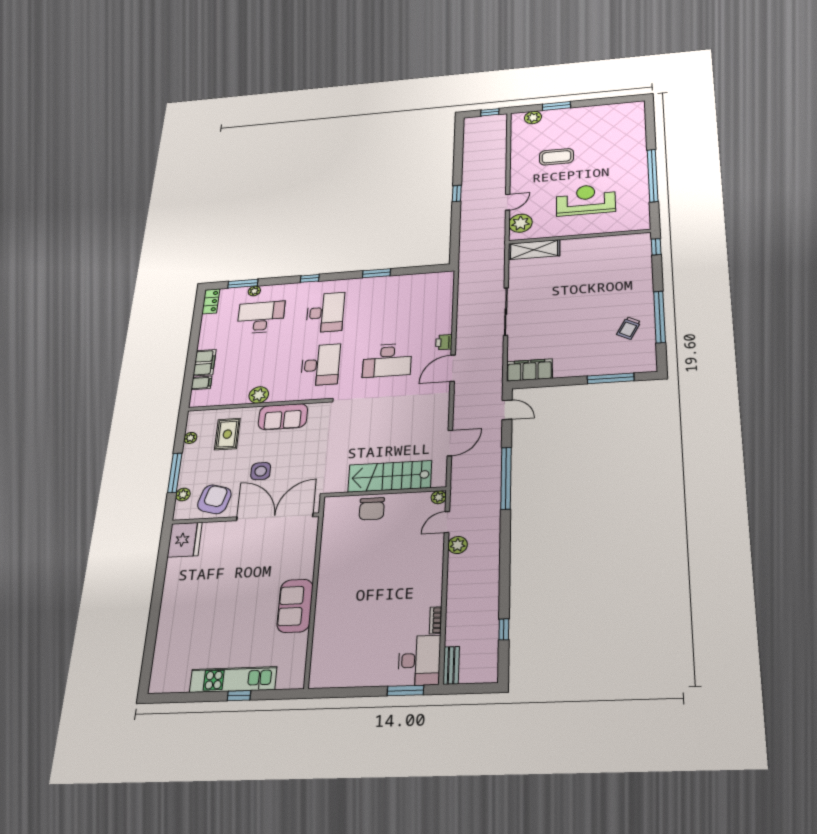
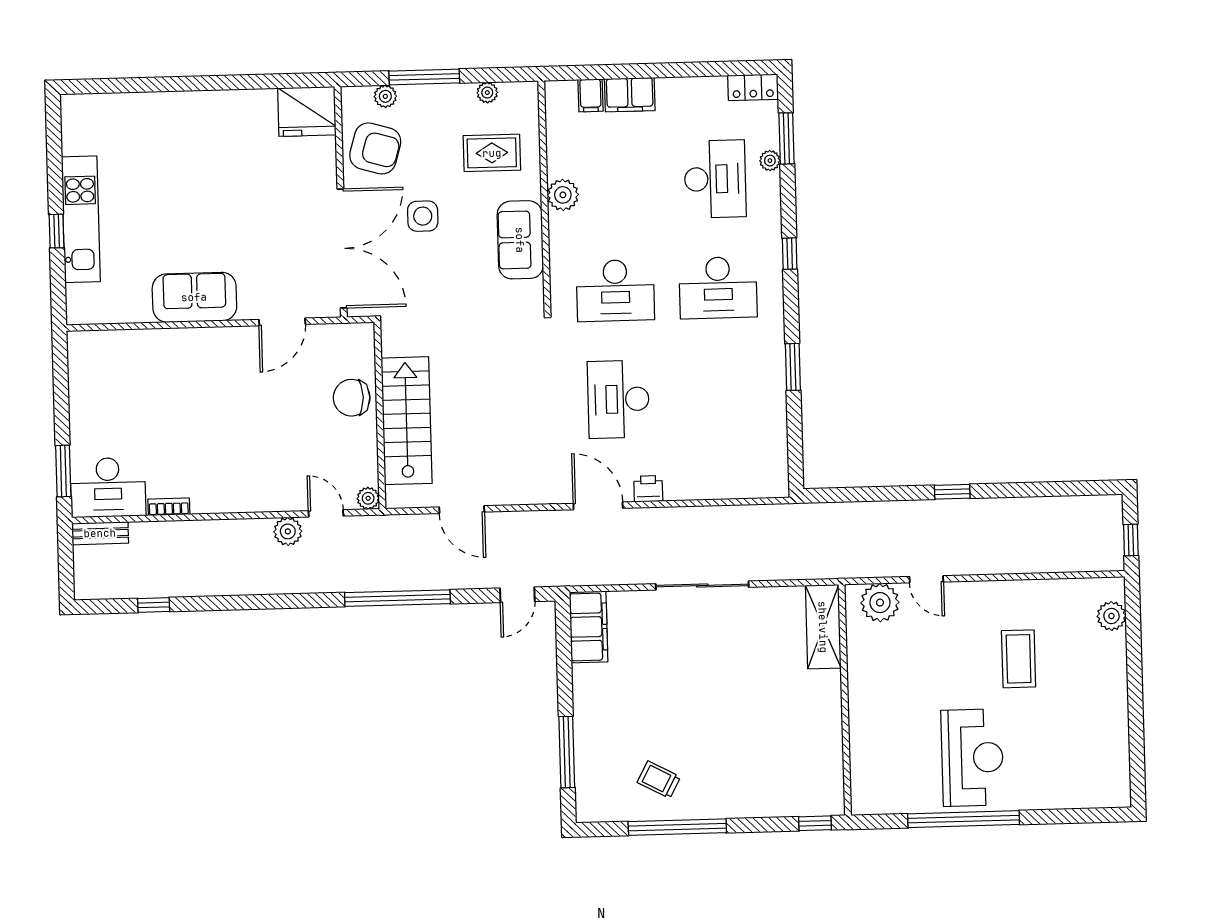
window: (556, 106) -> (1134, 656), removed
reception desk: (586, 200) -> (972, 758), moved
door: (318, 551) -> (282, 322), added

